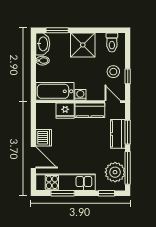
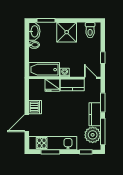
stool: (113, 72) -> (91, 54), removed
kitchen counter: (118, 134) -> (95, 114), moved
door: (33, 157) -> (27, 123), swing flipped

